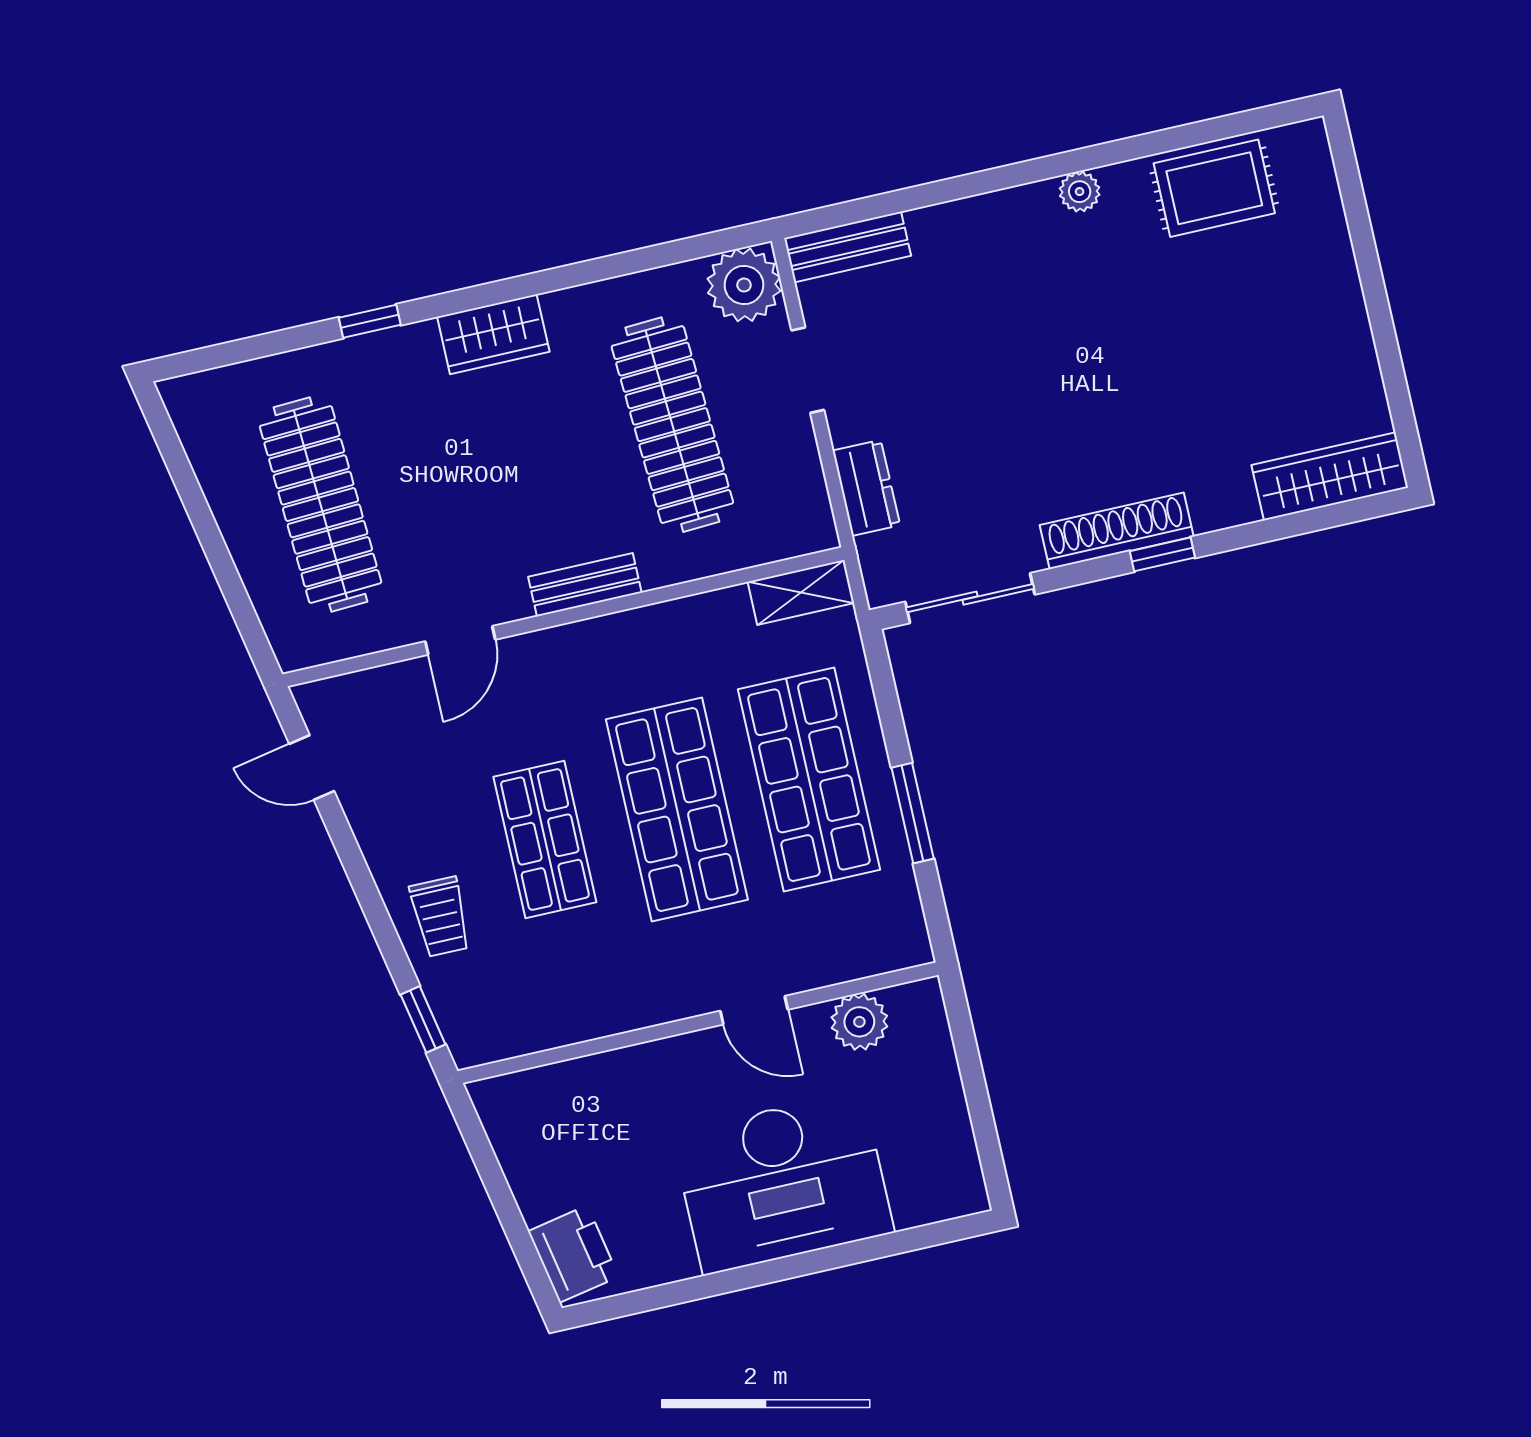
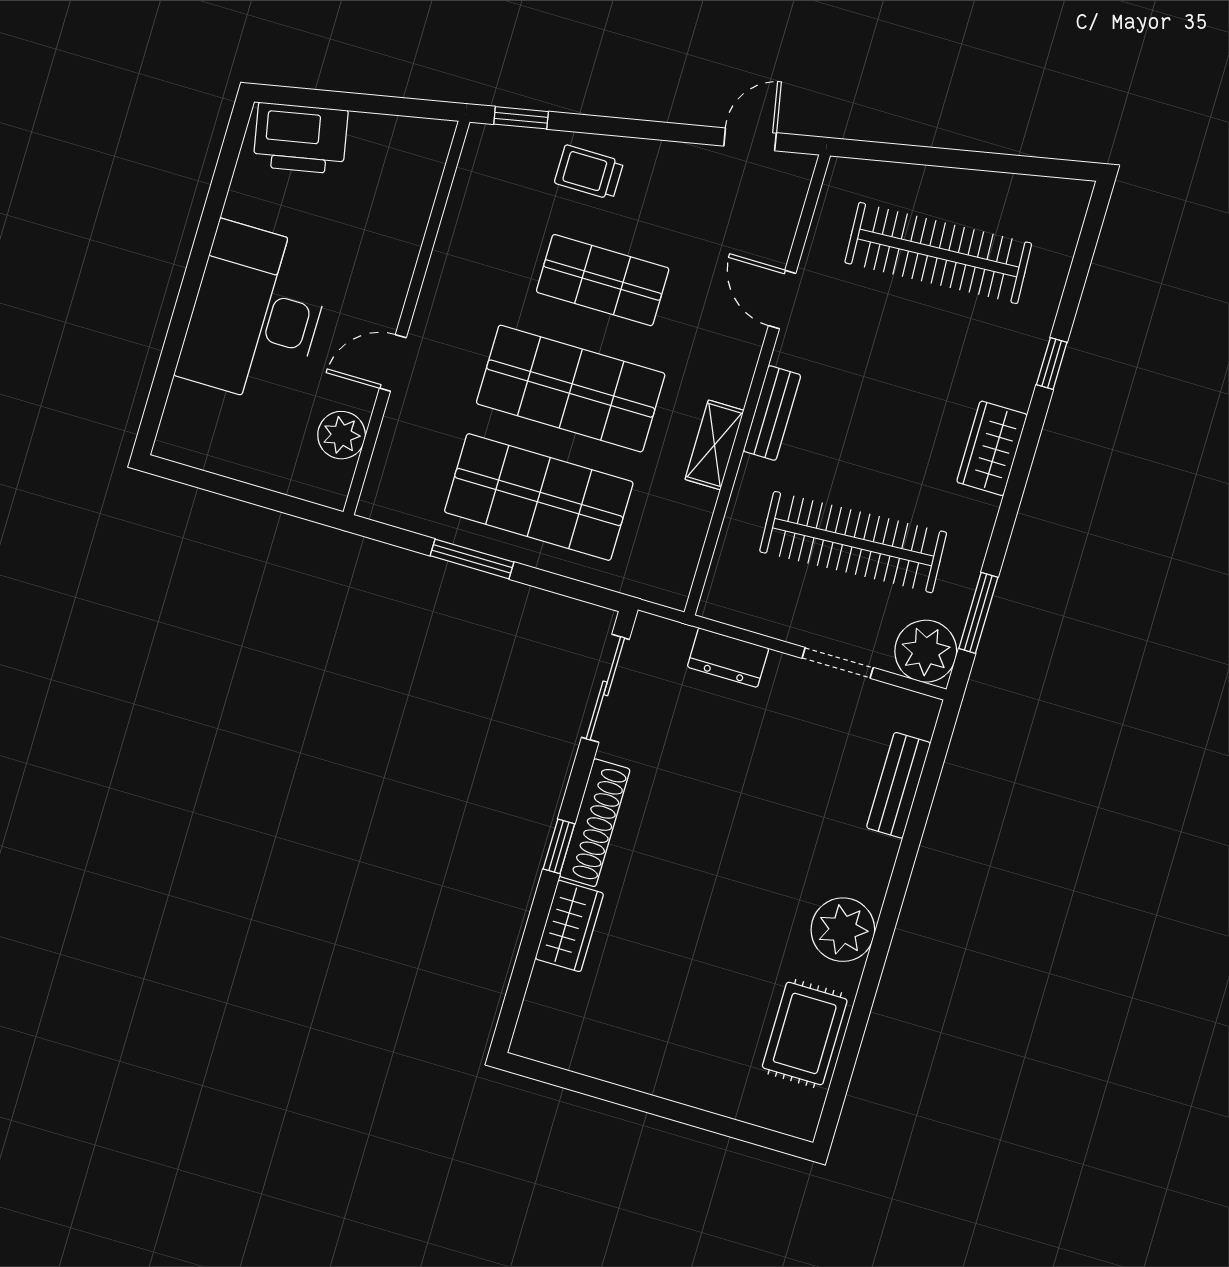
plant: (1080, 192) -> (843, 930), width x1.88, depth x1.88
bench: (848, 247) -> (899, 785), moved
window: (673, 252) -> (978, 613), added
wardrobe: (1330, 476) -> (569, 926), moved, width x0.67
shelving: (801, 592) -> (714, 445), moved
printer: (573, 1254) -> (301, 138), width x1.37, depth x1.19

